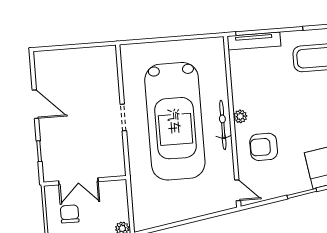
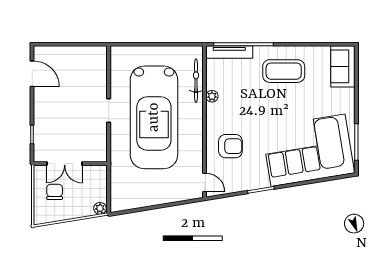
door: (35, 104) -> (32, 74), moved
plant: (240, 116) -> (212, 96), moved
bicycle: (223, 125) -> (196, 81), moved
armchair: (264, 147) -> (230, 146), turned 180

